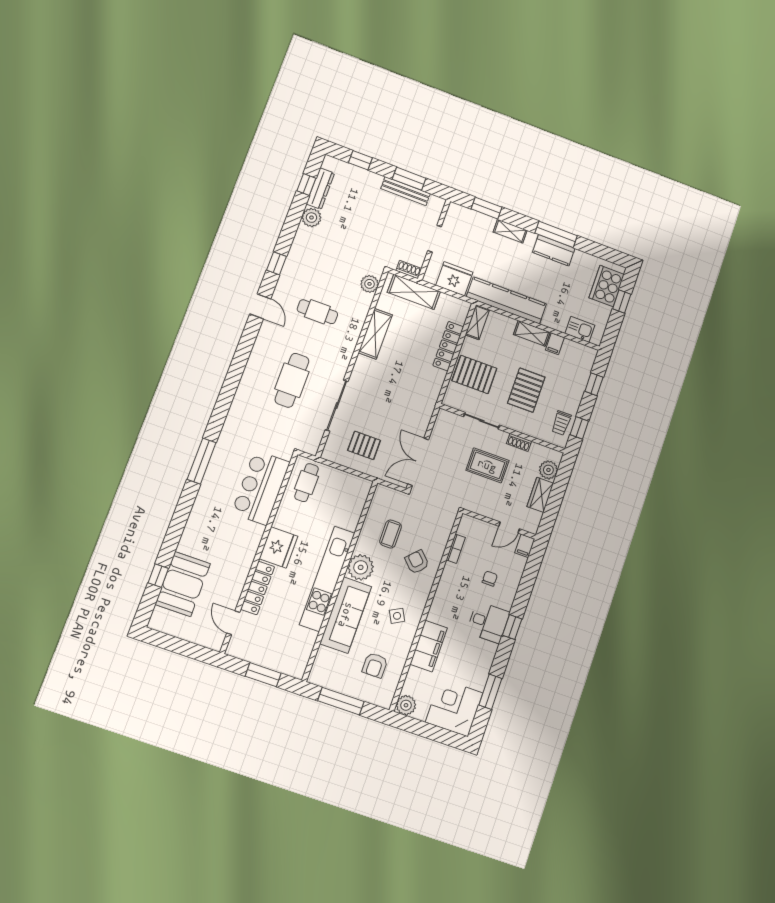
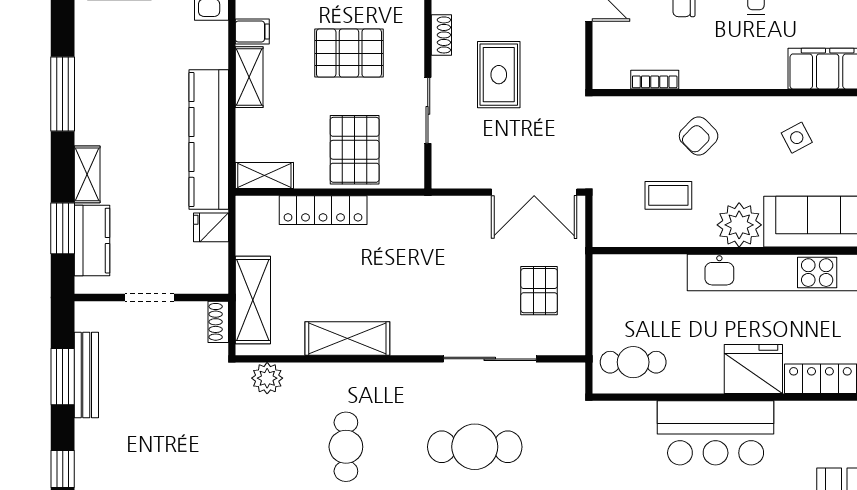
kitchen counter: (554, 250) -> (92, 241), moved
fridge: (454, 279) -> (211, 227), width x0.53, depth x0.75
bar counter: (261, 488) -> (716, 433), moved

